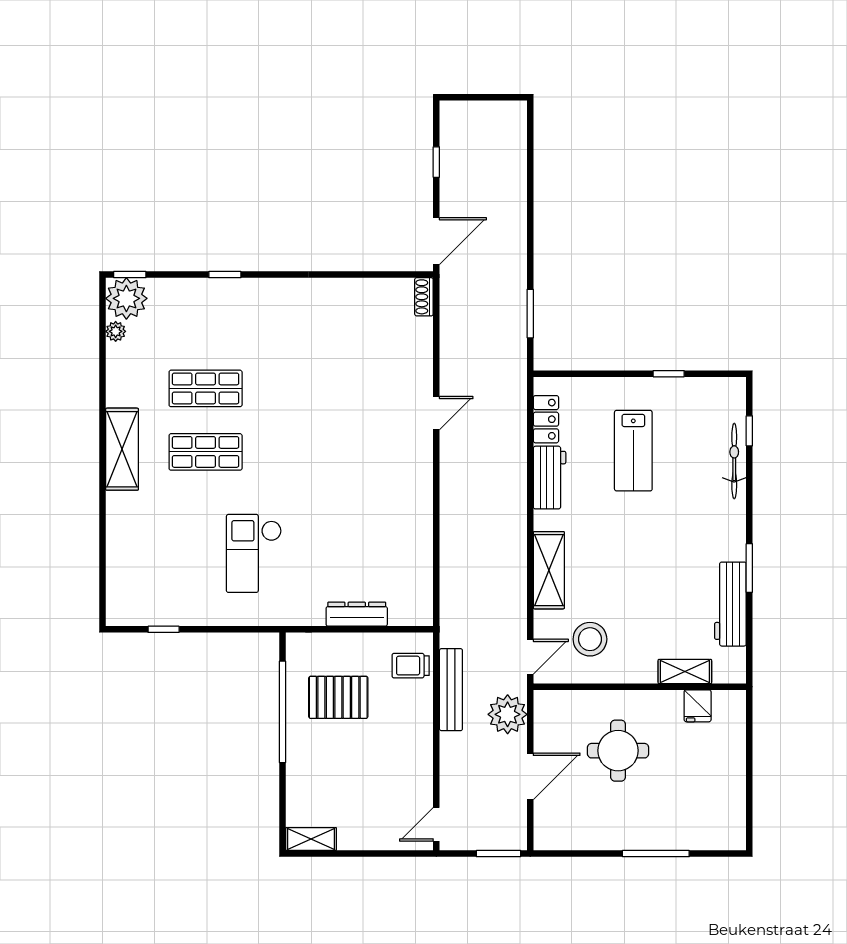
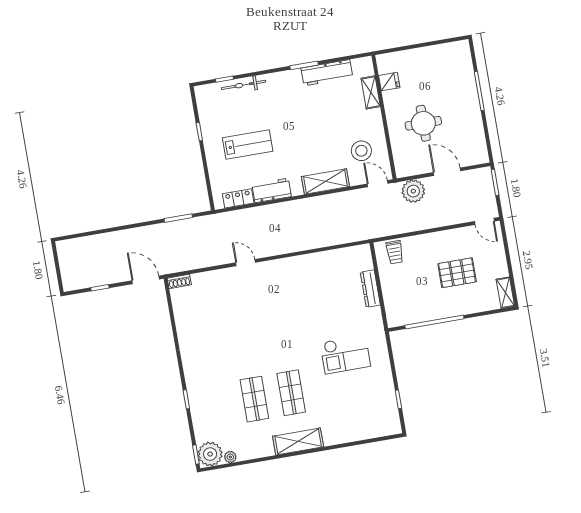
bench: (451, 690) -> (405, 226), removed
pallet: (338, 697) -> (457, 273), moved, turned 90

